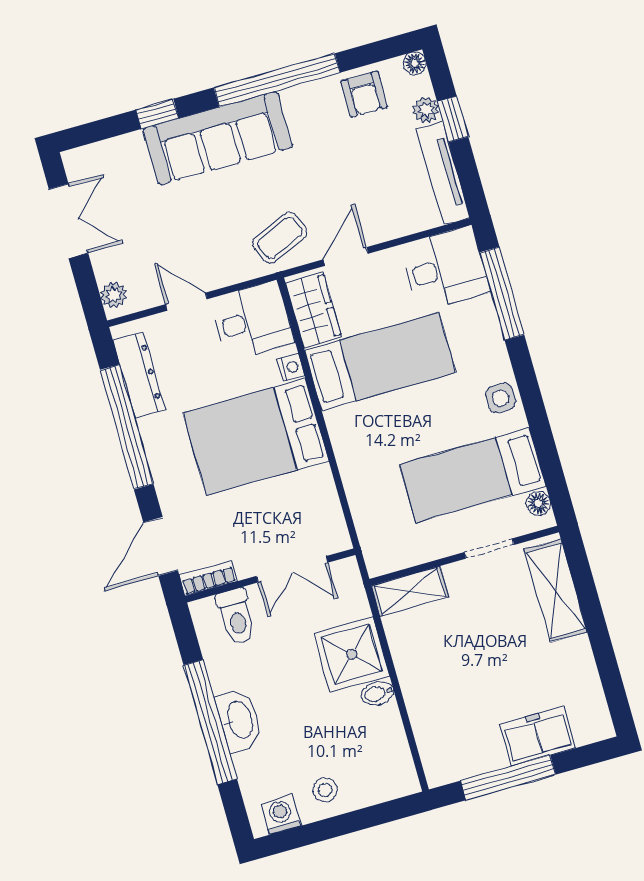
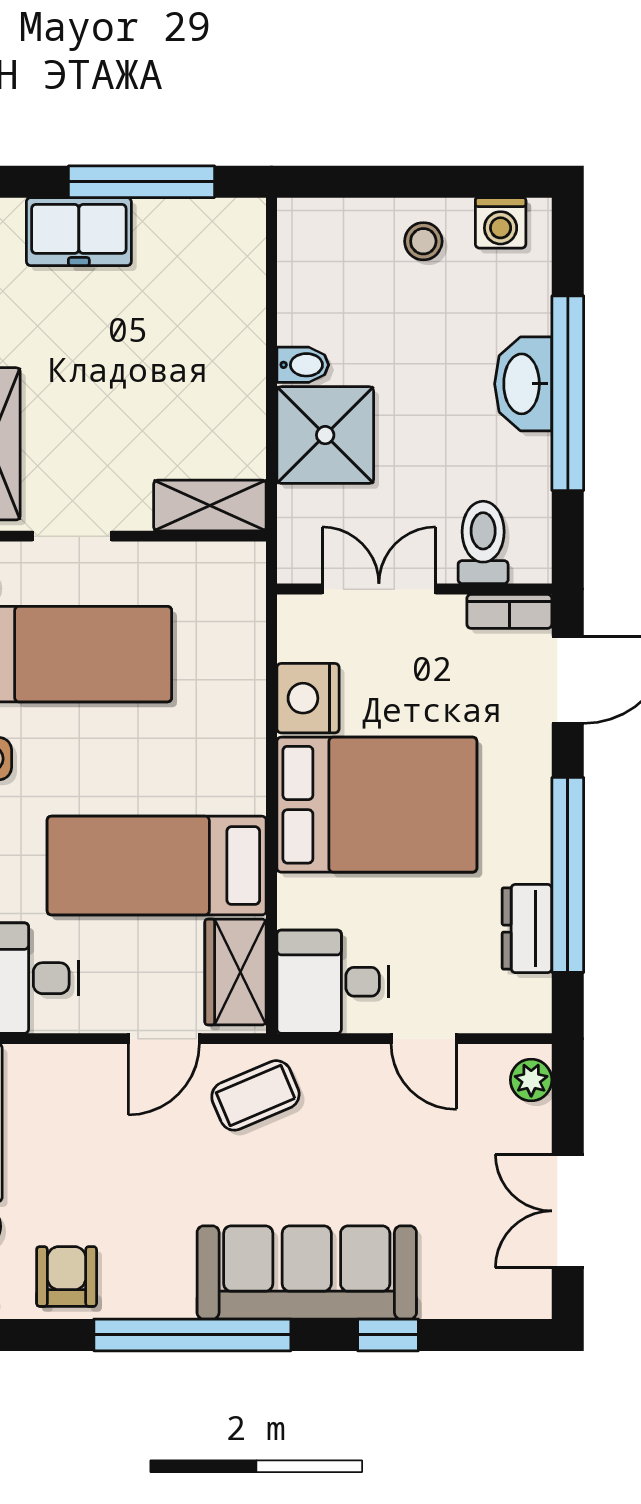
nightstand: (291, 367) -> (308, 698), moved, width x1.89, depth x1.79
dresser: (139, 375) -> (527, 929), width x0.70

